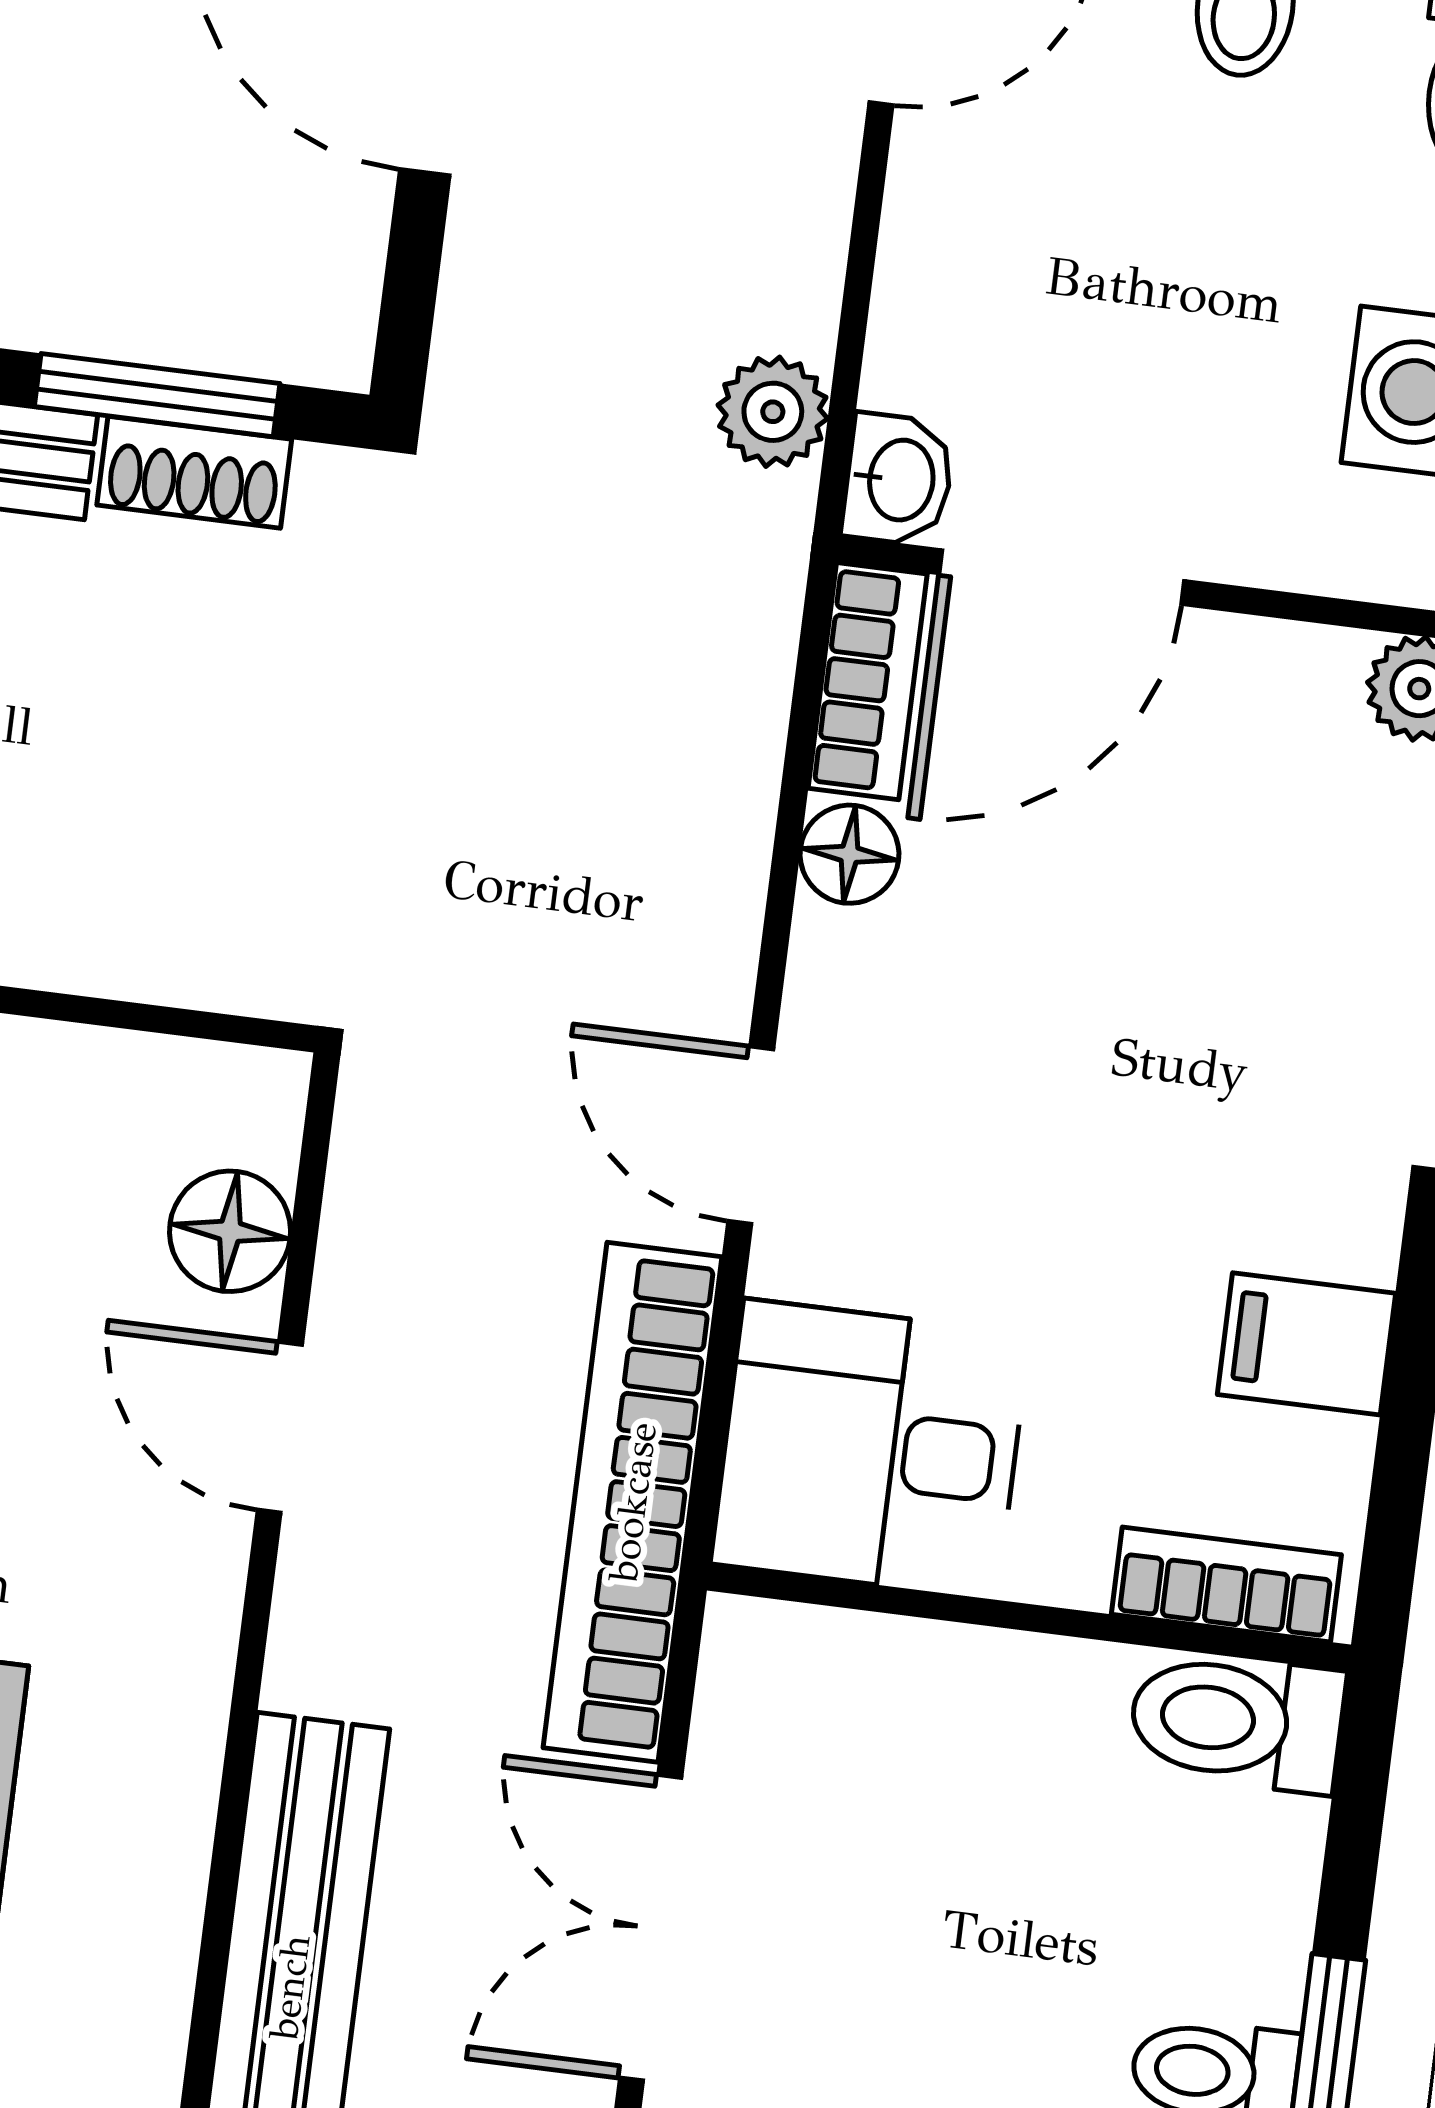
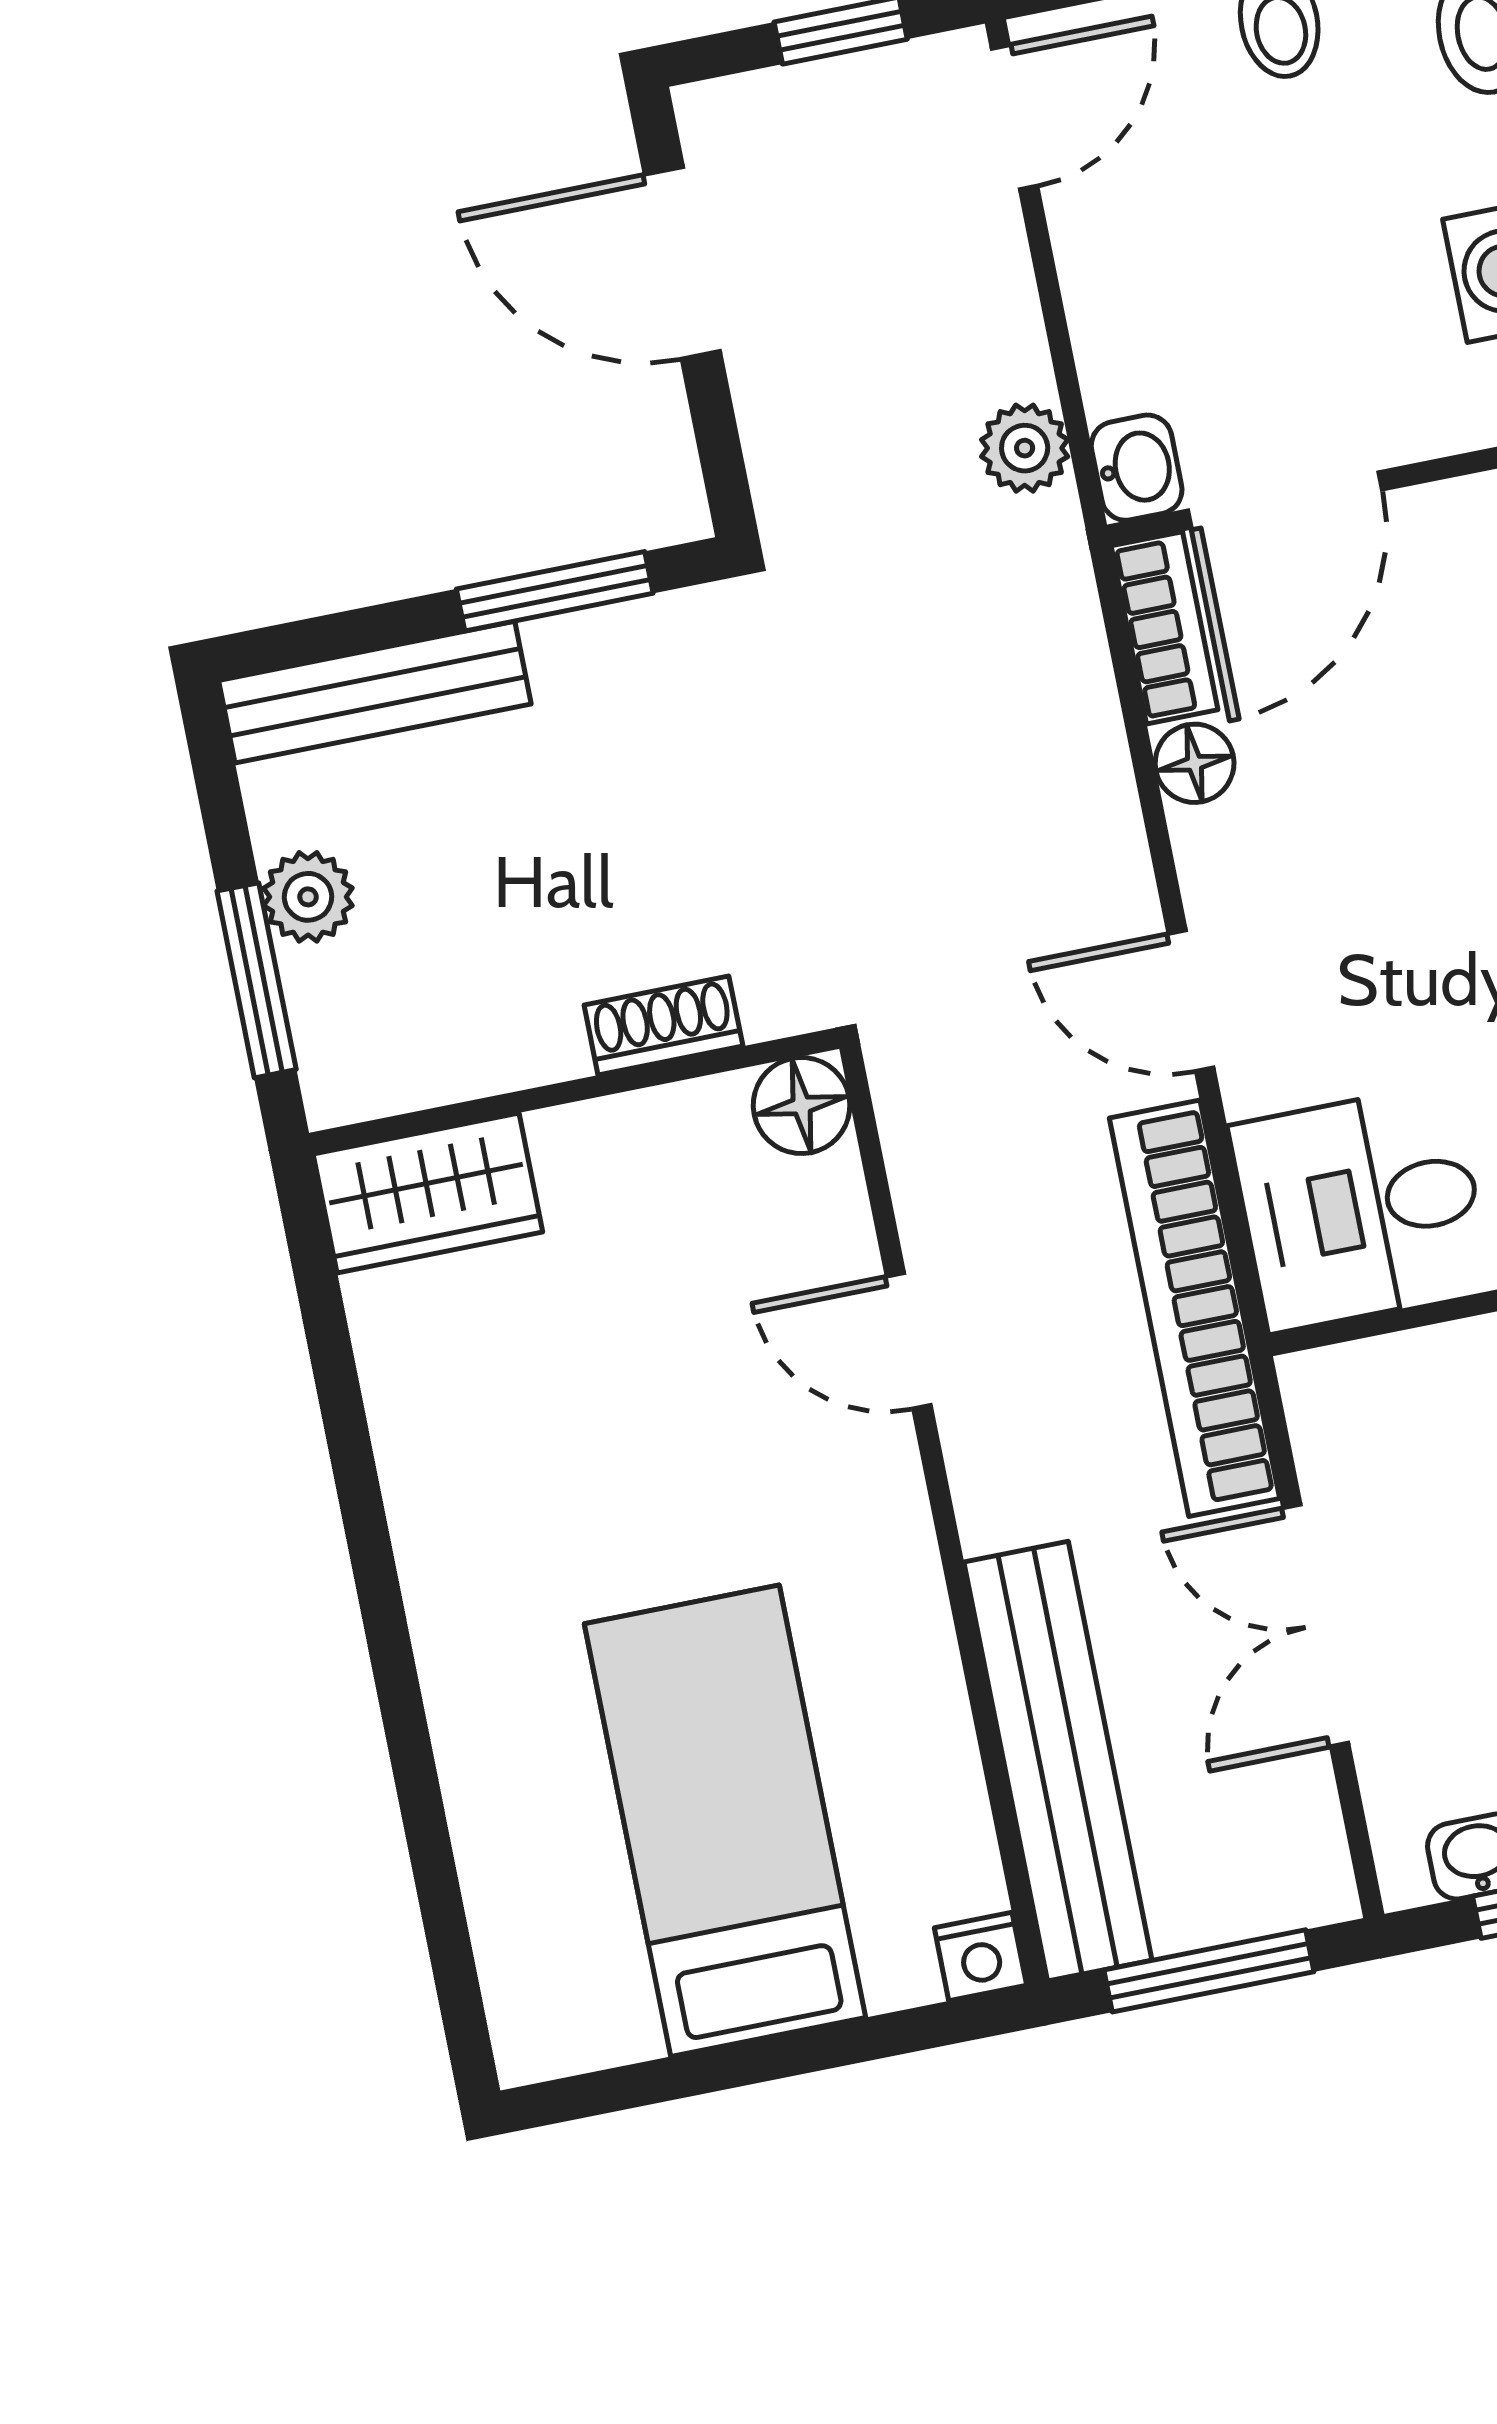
shoe rack: (194, 472) -> (663, 1026), moved, turned 180
floor lamp: (230, 1231) -> (802, 1105), moved

